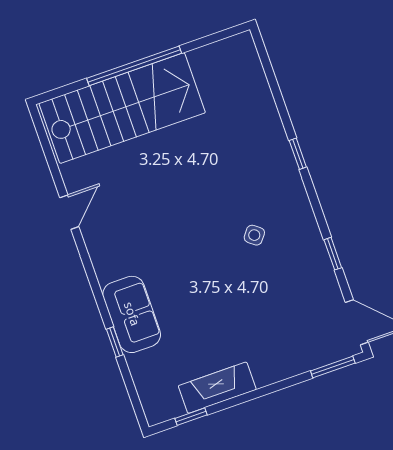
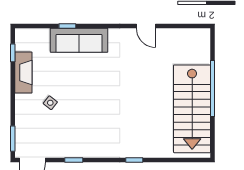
stairs: (122, 108) -> (192, 109), moved
side table: (254, 235) -> (50, 103), moved
sofa: (132, 314) -> (79, 40), width x1.36

